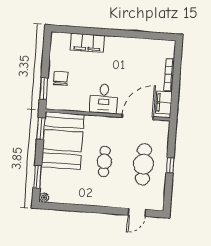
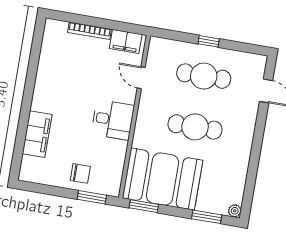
chair: (61, 78) -> (80, 173), turned 180
door: (138, 117) -> (141, 78), width x0.53
cafe table: (104, 161) -> (195, 127), width x1.37, depth x1.35

